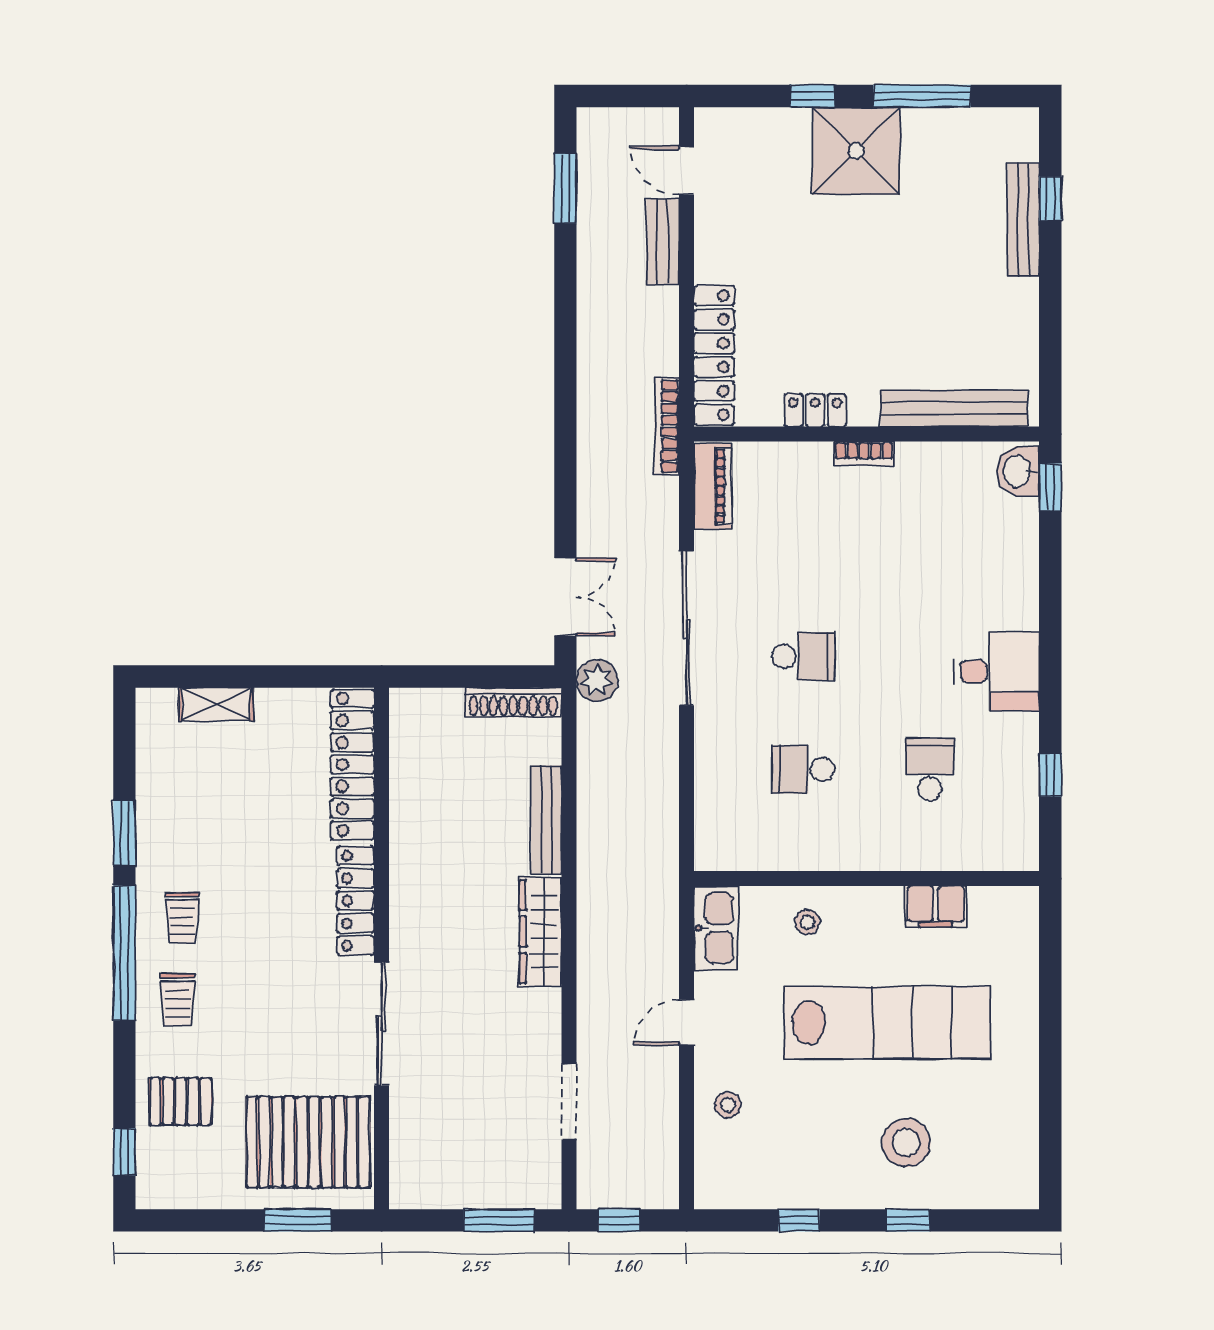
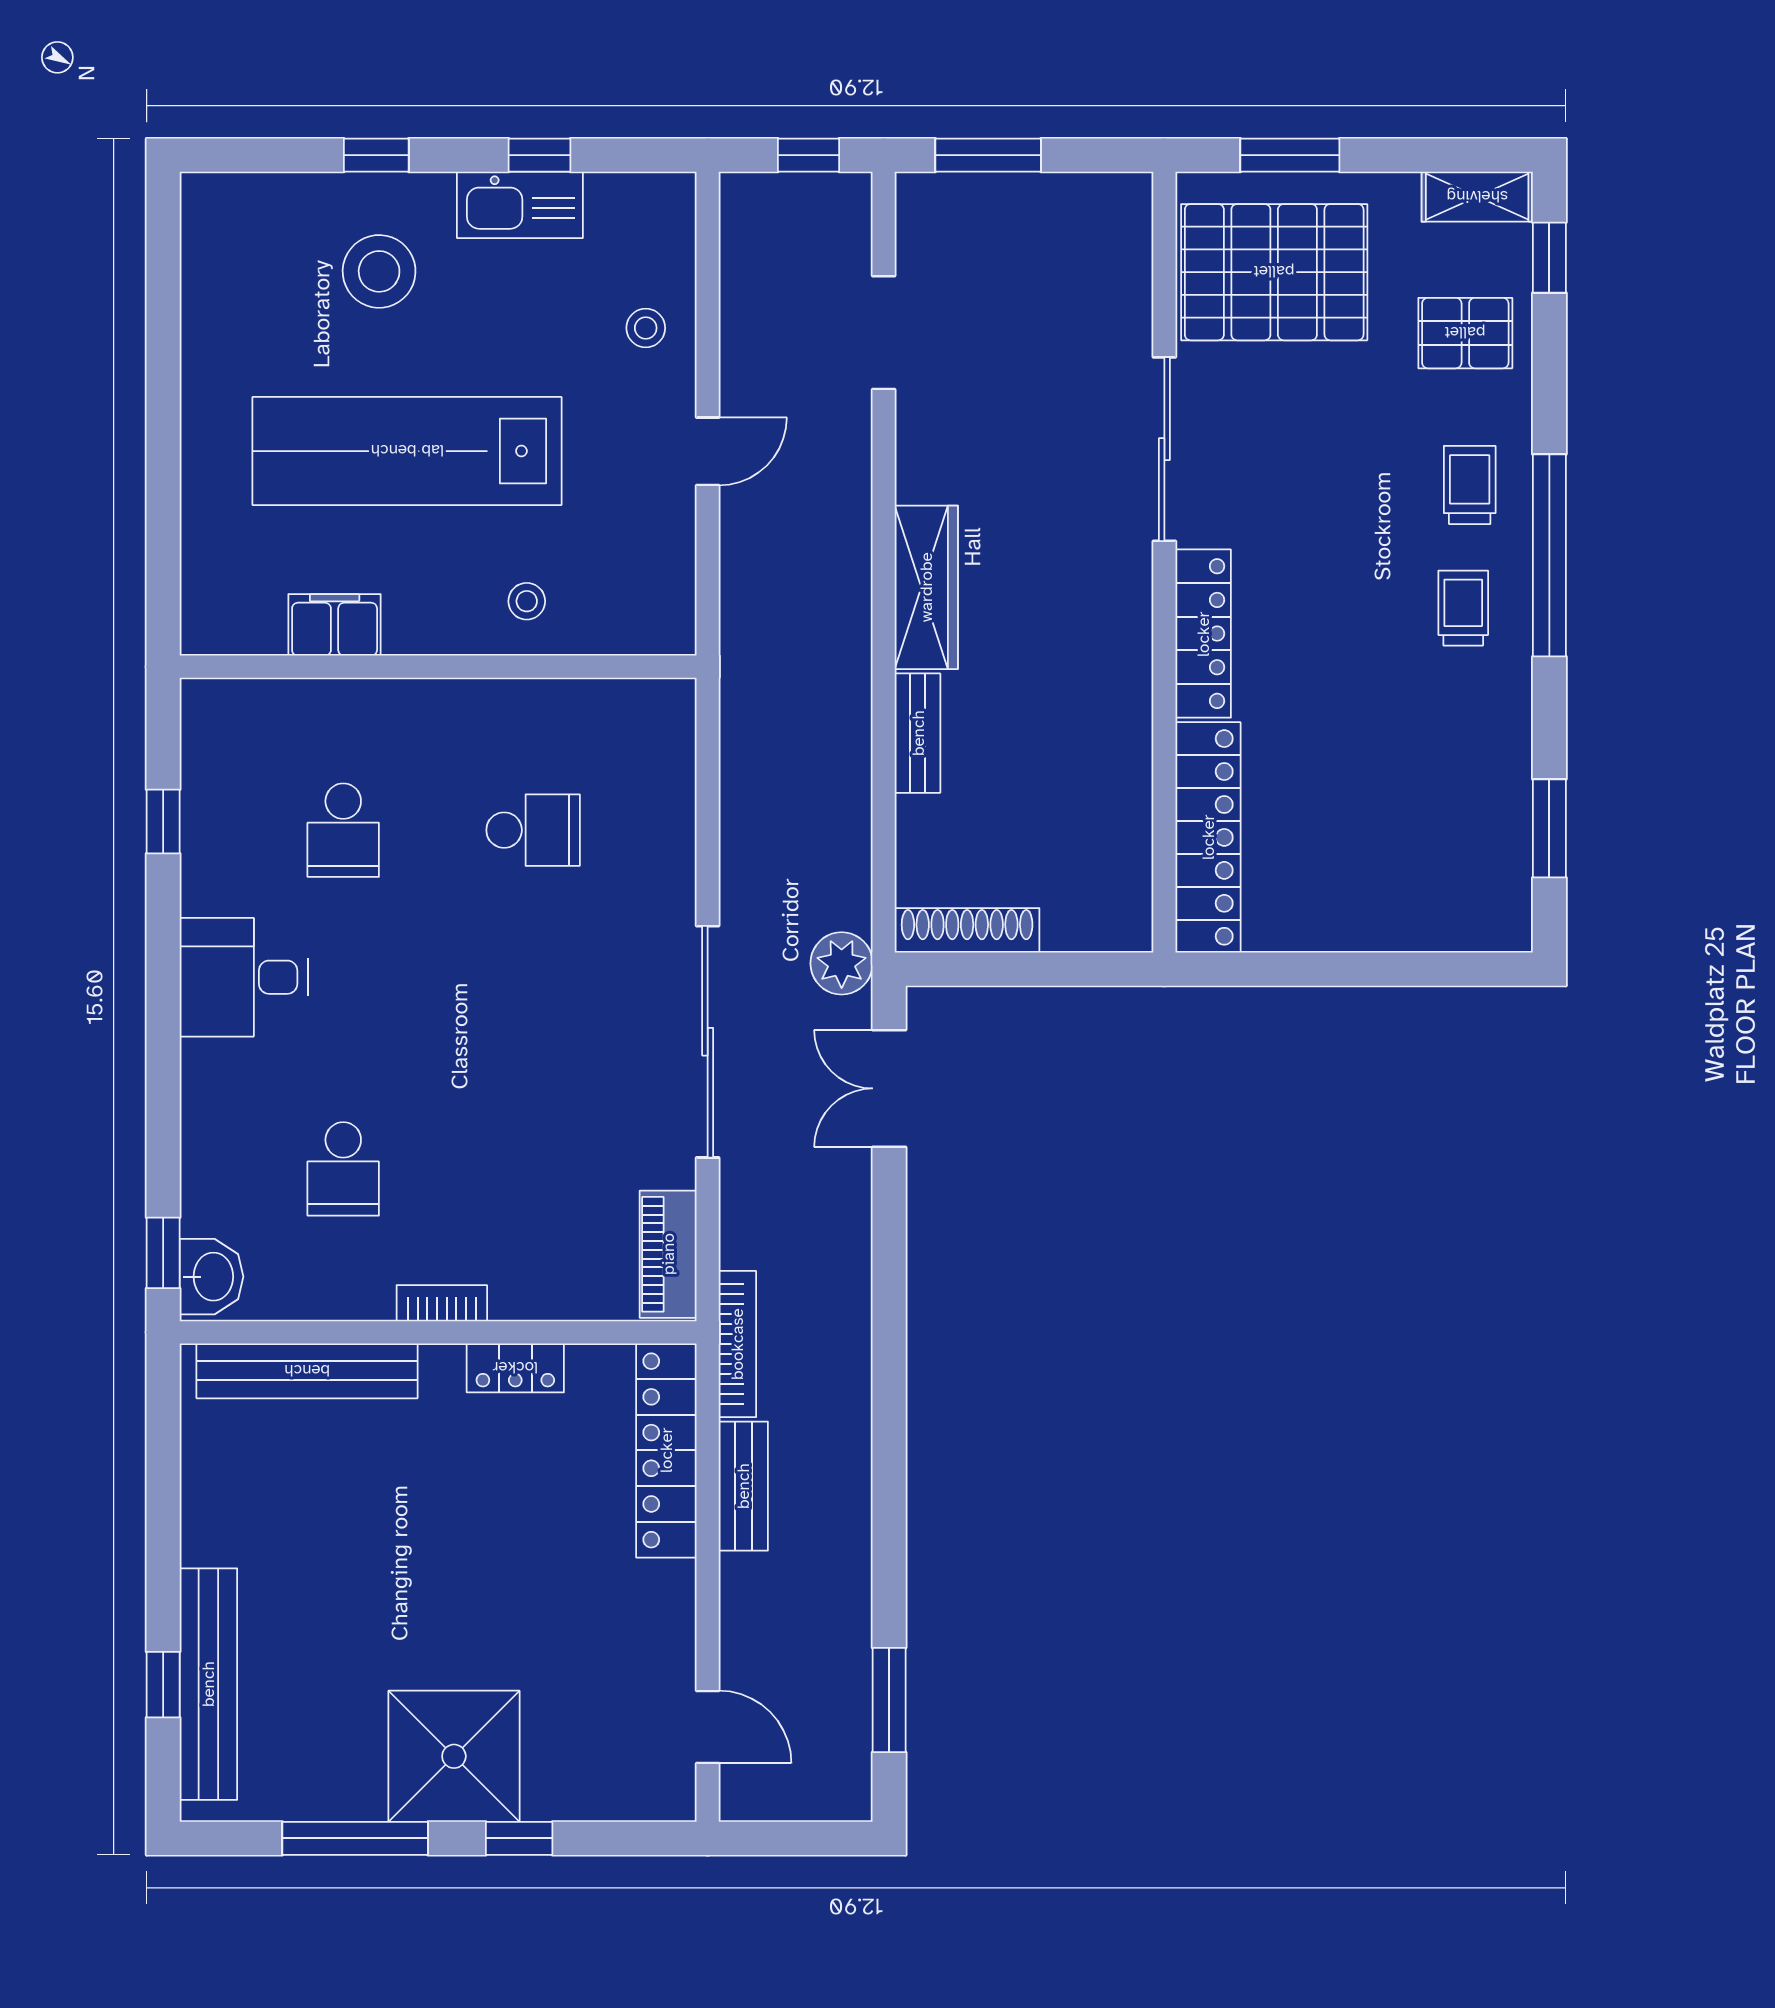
bench: (1023, 220) -> (208, 1684), width x1.37, depth x1.21
bench: (663, 242) -> (743, 1486), moved
school desk: (803, 656) -> (343, 1169), moved, turned -90
shelving: (216, 704) -> (1477, 197), moved
bench: (546, 820) -> (918, 733), width x0.73
window: (124, 833) -> (1549, 828), moved
kitchen sink: (716, 928) -> (520, 205), moved, turned -90

